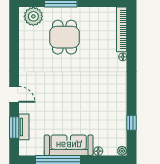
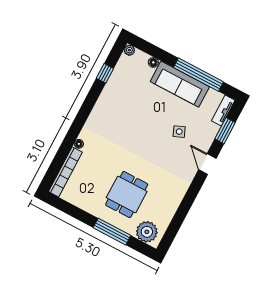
side table: (50, 108) -> (179, 132), added
tv unit: (24, 127) -> (223, 111), moved

